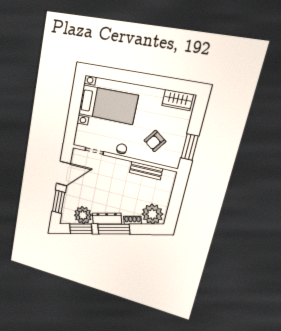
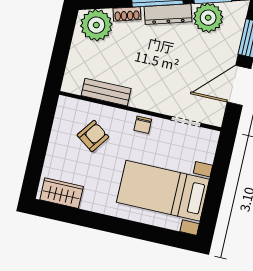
window: (190, 147) -> (44, 127), removed

